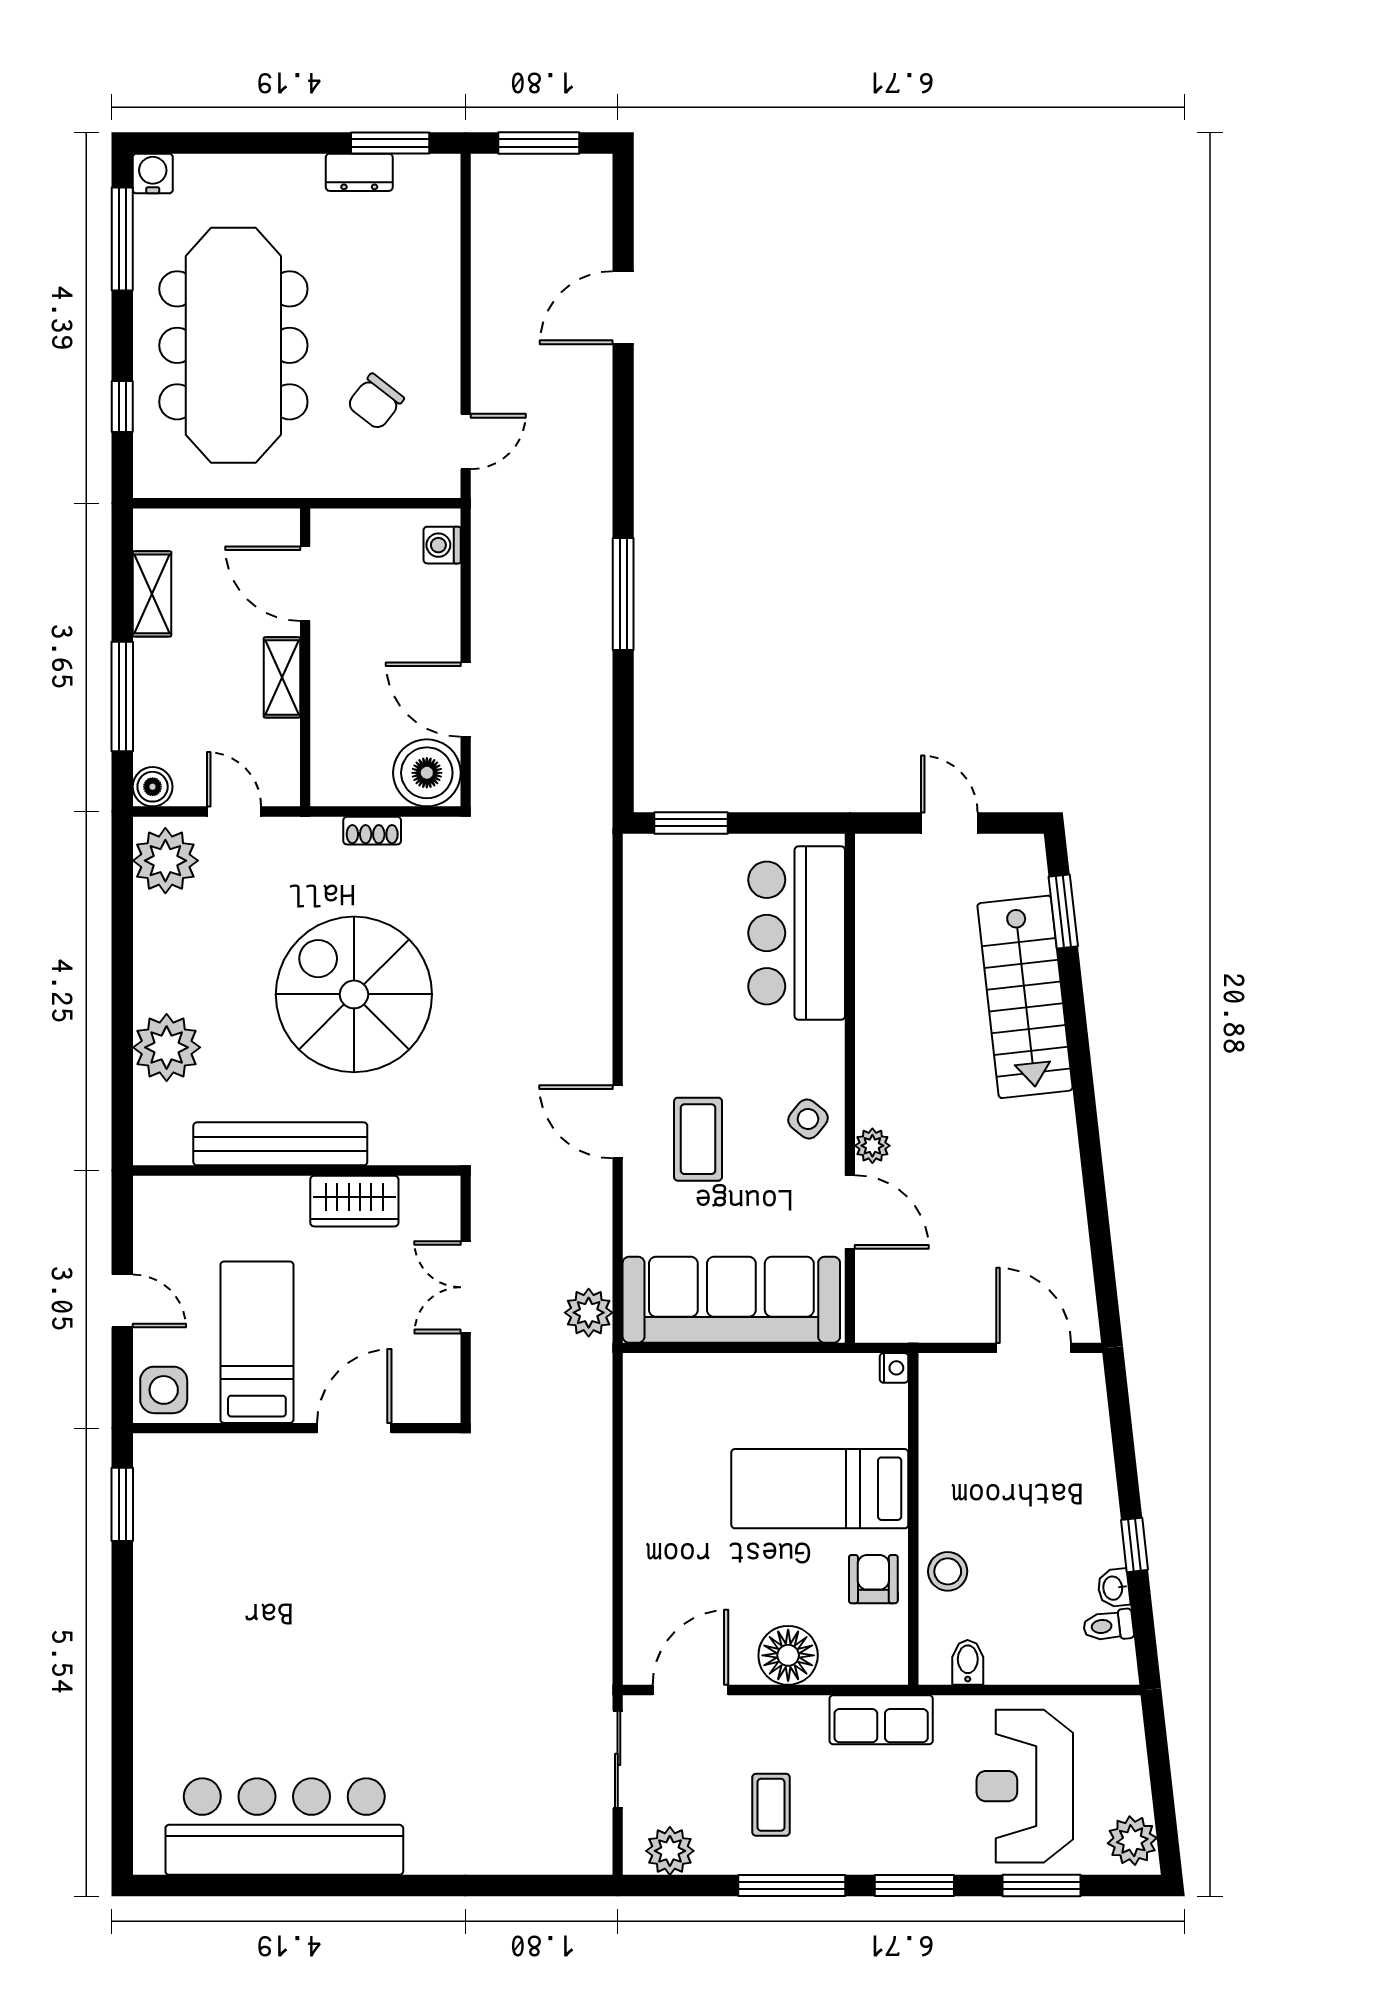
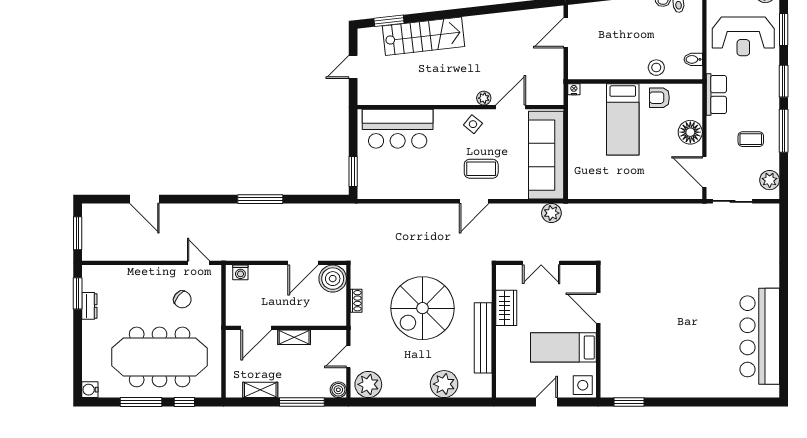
window: (122, 239) -> (141, 402), moved

